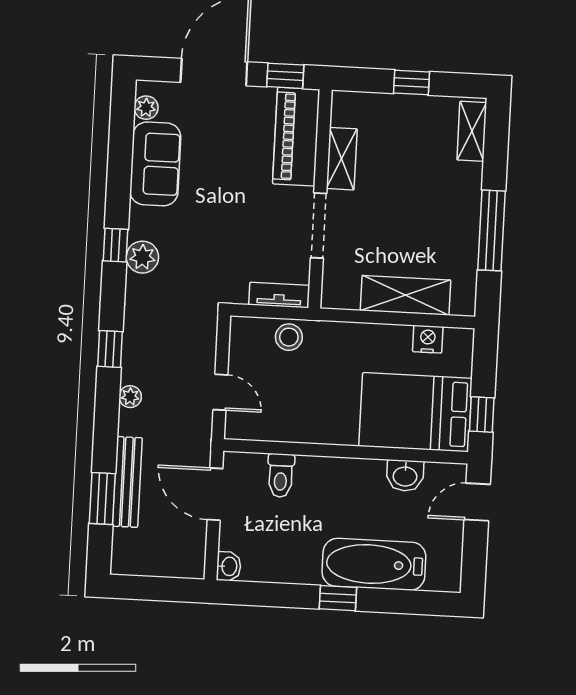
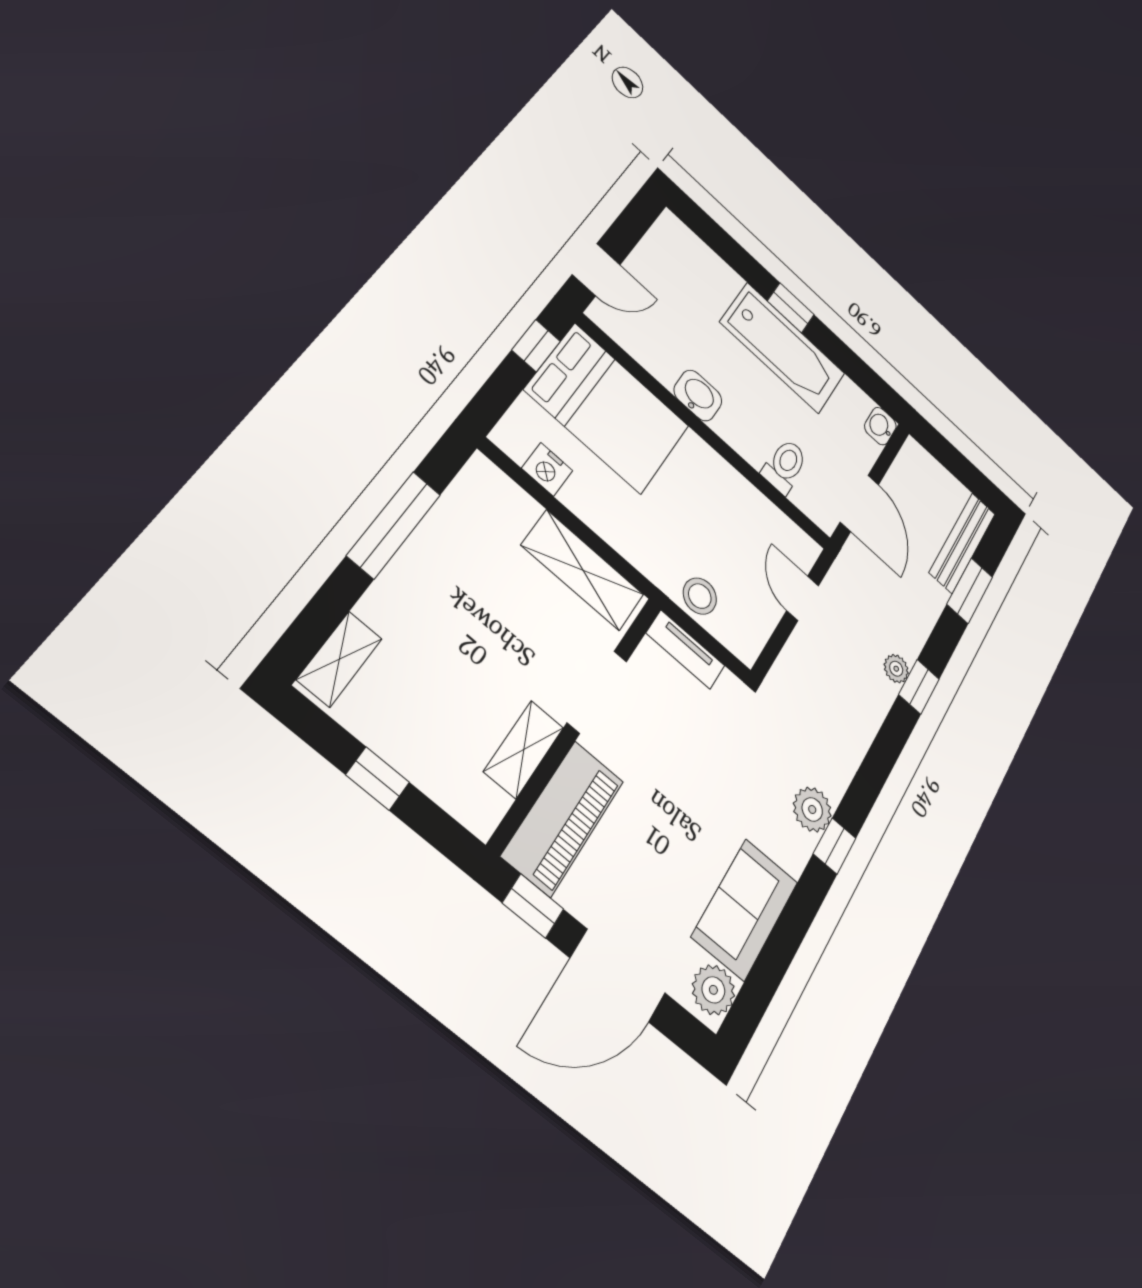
plant: (146, 108) -> (713, 990), width x1.38, depth x1.38
shelving: (406, 295) -> (583, 570), moved
window: (110, 349) -> (919, 687), moved
washbasin: (405, 476) -> (698, 396), moved
bench: (127, 482) -> (962, 543), moved
bathtub: (374, 564) -> (783, 348), moved

